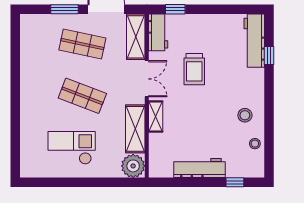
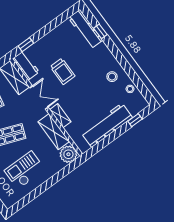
workbench: (200, 168) -> (107, 125), width x1.36, depth x1.32

